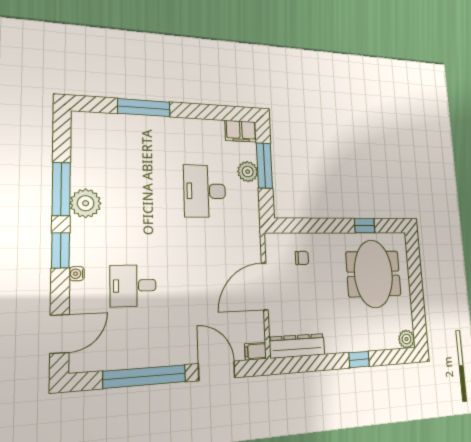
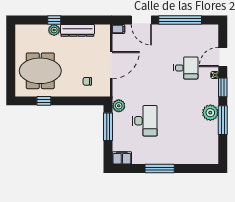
window: (144, 108) -> (160, 169), moved
window: (264, 166) -> (108, 127), moved
plant: (248, 172) -> (119, 106), moved
meeting table: (373, 274) -> (40, 71), turned 90
door: (60, 334) -> (223, 57), moved
plant: (407, 339) -> (54, 30), moved
dresser: (297, 346) -> (77, 30), moved

